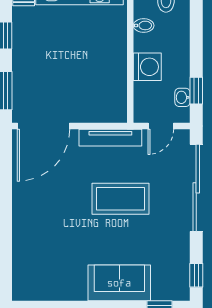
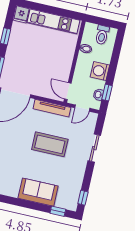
washing machine: (147, 67) -> (100, 71), moved, turned 180
door: (130, 103) -> (68, 91), added
sliding door: (196, 188) -> (94, 148), width x0.54

